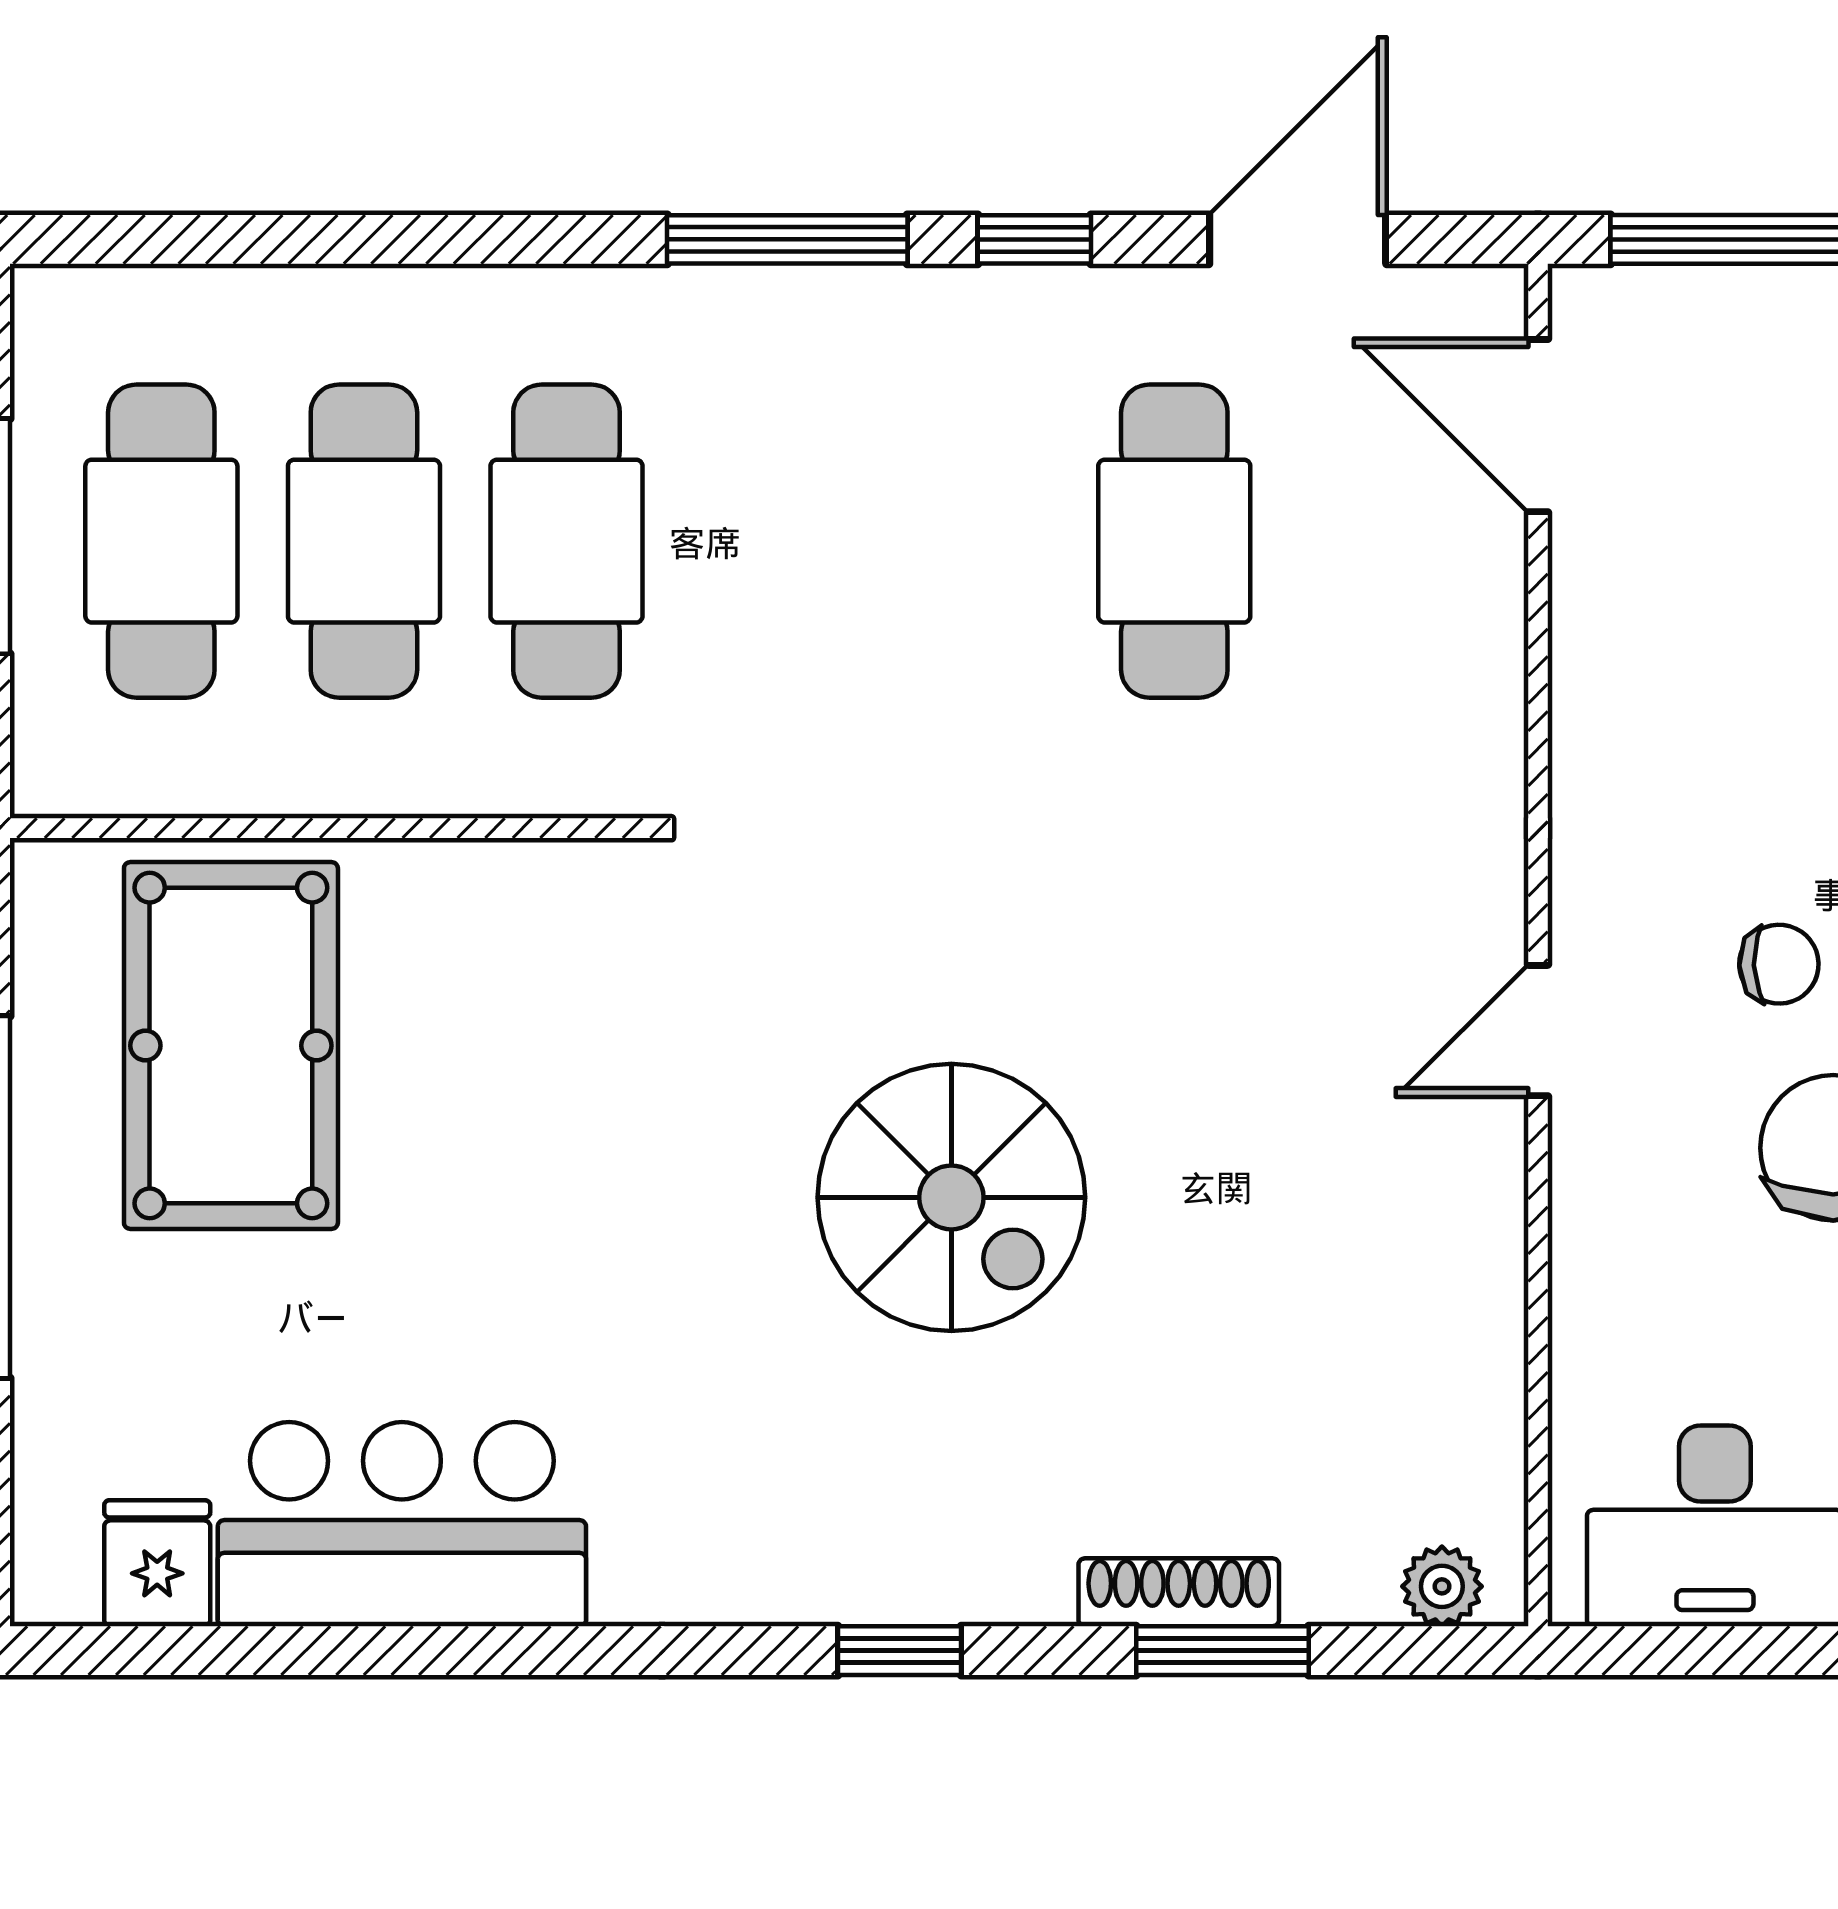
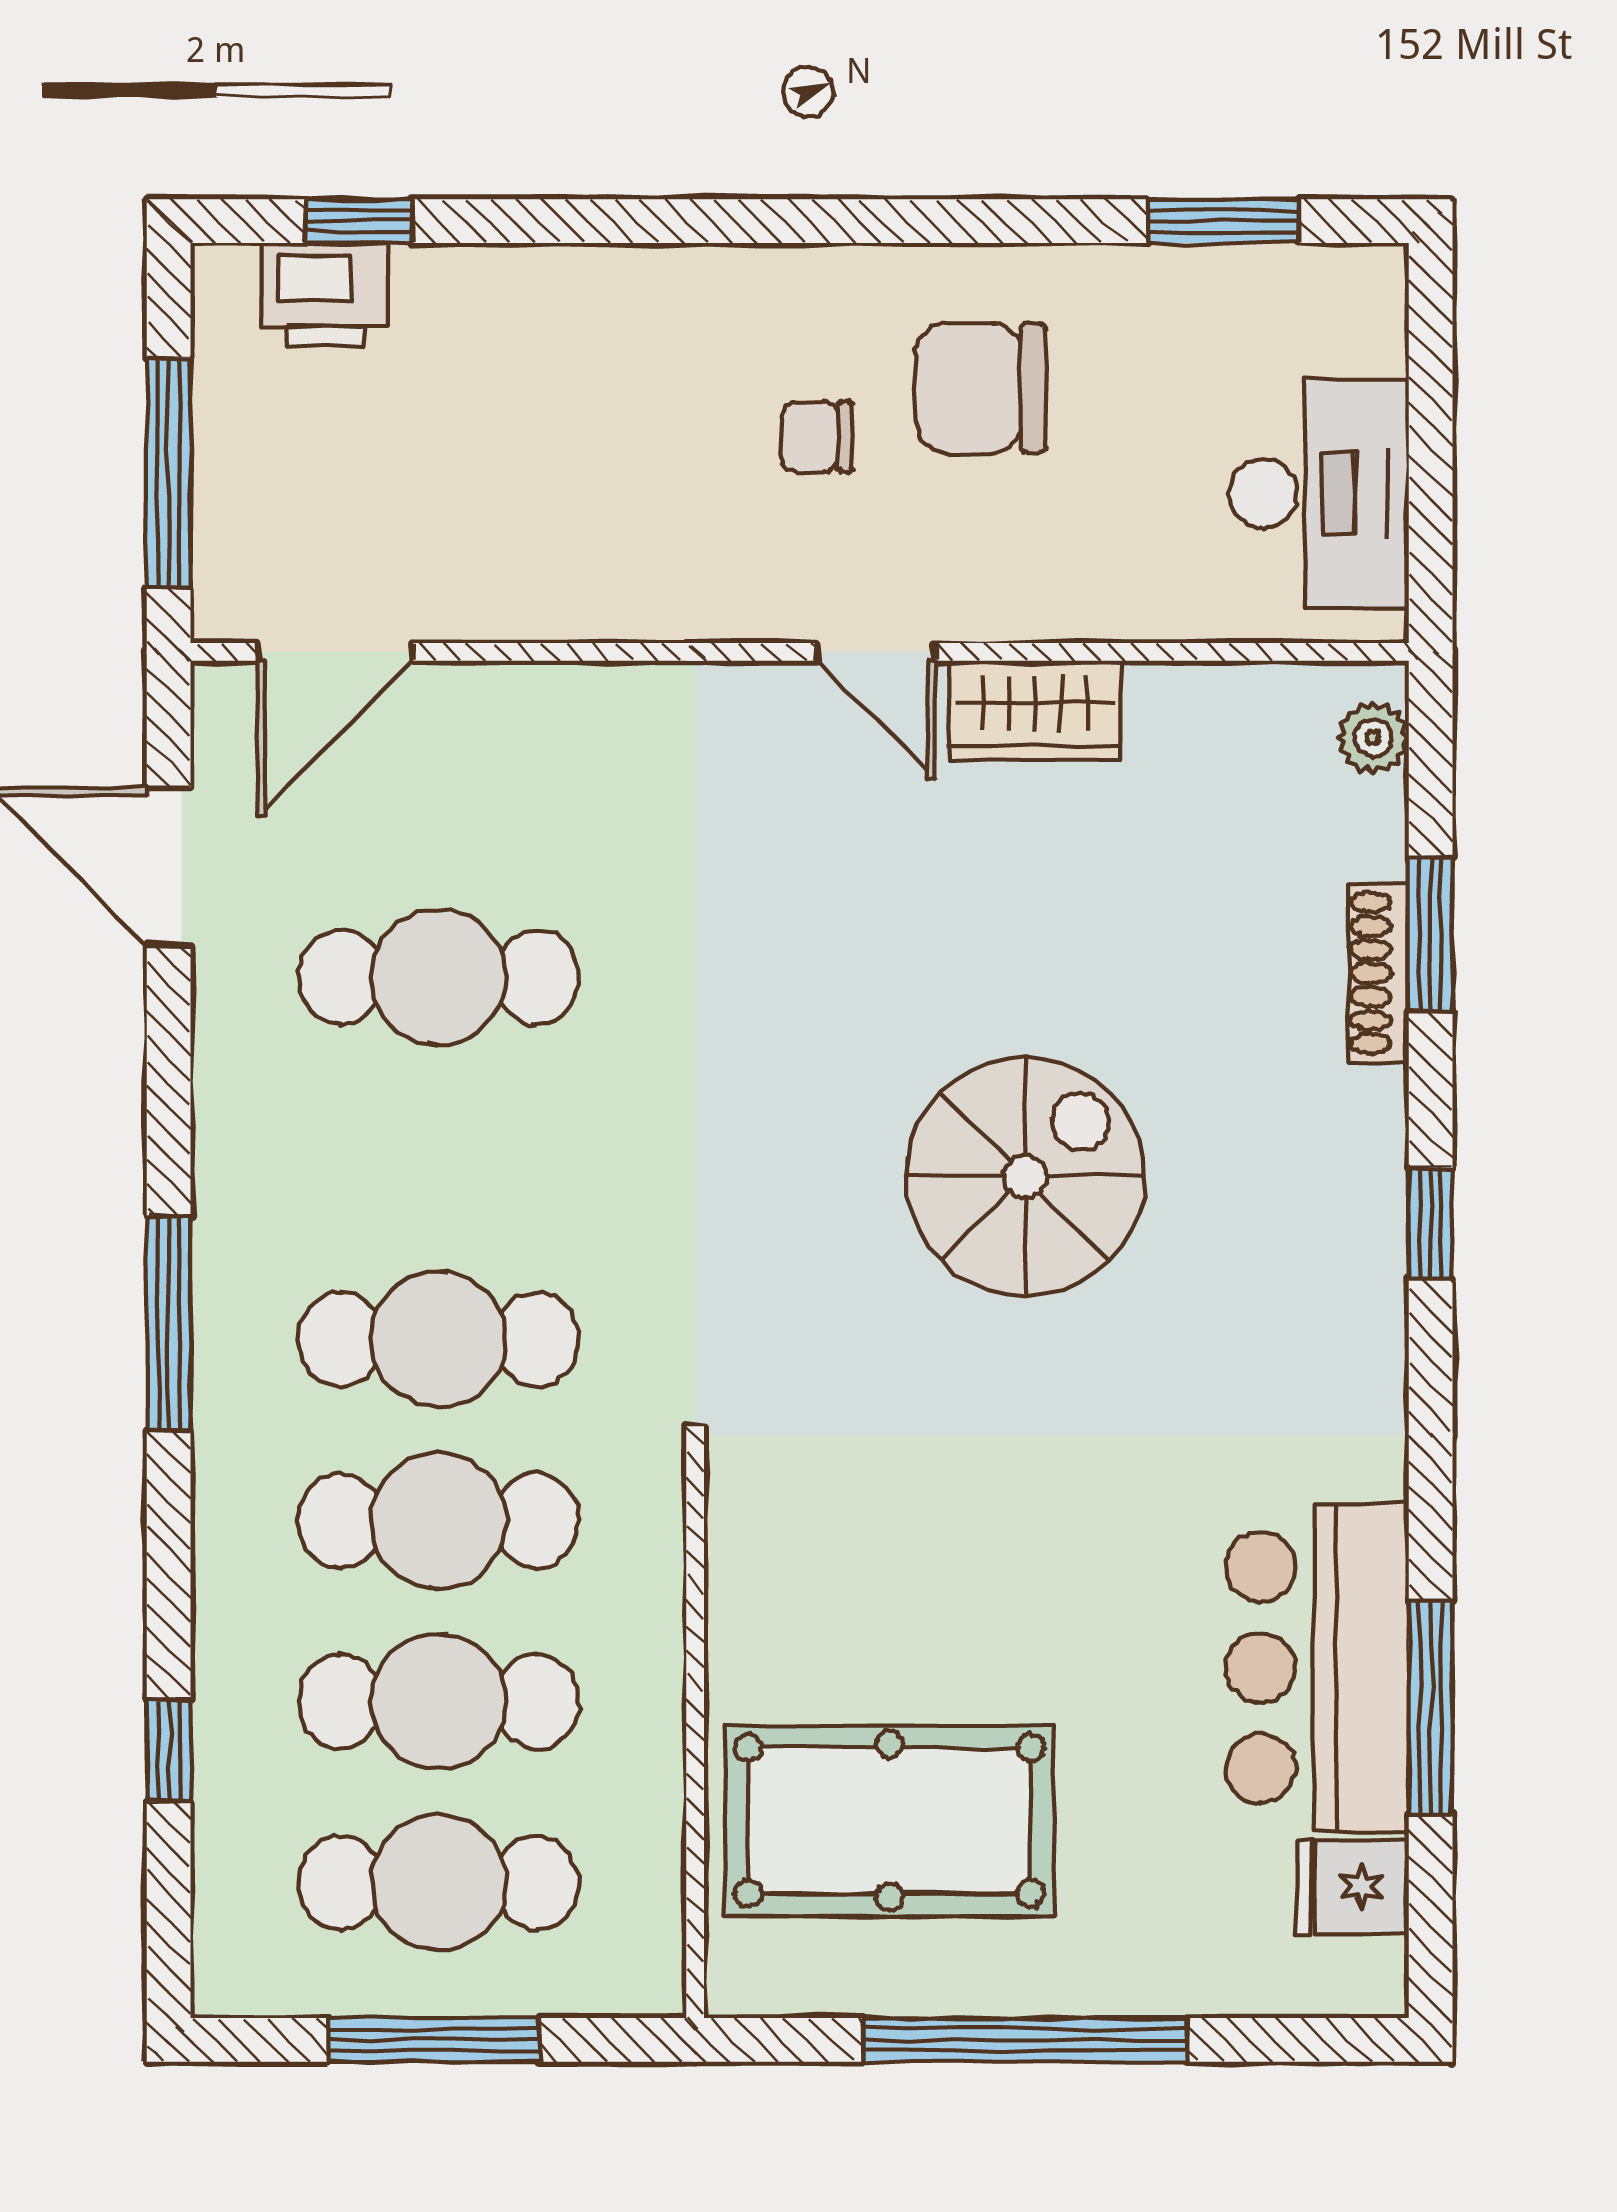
window: (1034, 239) -> (169, 1751), moved
cafe table: (769, 541) -> (438, 1339), added
chair: (1779, 964) -> (817, 436), turned -88
wardrobe: (1473, 1208) -> (1035, 710), added
window: (357, 1651) -> (1431, 1708), added

